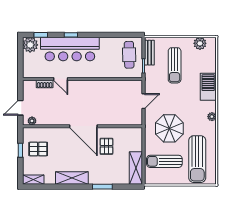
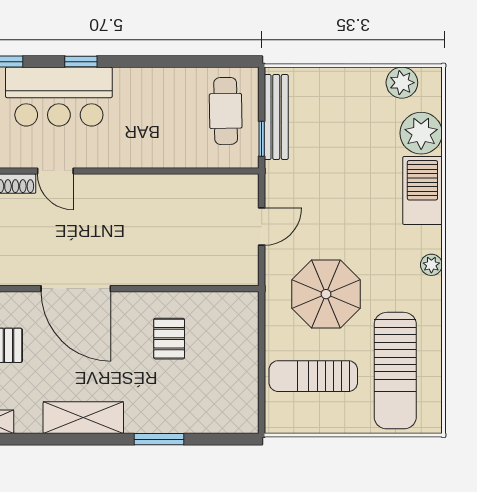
bar counter: (70, 49) -> (59, 97), width x0.73
bench: (149, 53) -> (276, 117), width x1.36
plant: (208, 64) -> (421, 133), added
sun lounger: (175, 65) -> (339, 137), removed
door: (83, 126) -> (76, 289), moved
shelving: (136, 168) -> (242, 393), removed

